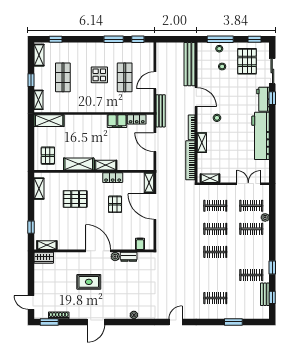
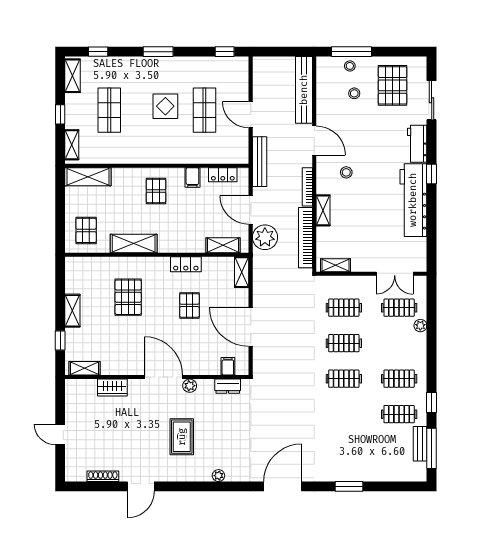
window: (114, 39) -> (158, 52), moved
window: (254, 39) -> (404, 52), removed
door: (155, 80) -> (251, 115), hinge flipped
window: (272, 98) -> (432, 174), moved
filing cabinet: (117, 121) -> (192, 178), width x0.50
pallet: (93, 130) -> (156, 191), added
plant: (164, 160) -> (265, 237), added
shelving: (106, 165) -> (223, 245), moved
double door: (248, 184) -> (395, 274), swing flipped
shelving: (39, 189) -> (72, 311), moved
pallet: (75, 199) -> (128, 297), turned 90
door: (155, 207) -> (251, 327), moved
clothes rail: (251, 229) -> (399, 379), moved
dresser: (129, 257) -> (228, 386), moved
wardrobe: (44, 258) -> (112, 388), moved
rug: (89, 282) -> (182, 437), moved, turned 90
window: (272, 297) -> (432, 448), width x2.17
clothes rail: (215, 298) -> (344, 450), removed
door: (31, 302) -> (60, 435), moved
window: (49, 322) -> (88, 486), removed
door: (96, 322) -> (141, 486), moved
door: (176, 322) -> (283, 486), width x1.88
window: (233, 322) -> (349, 486), moved

